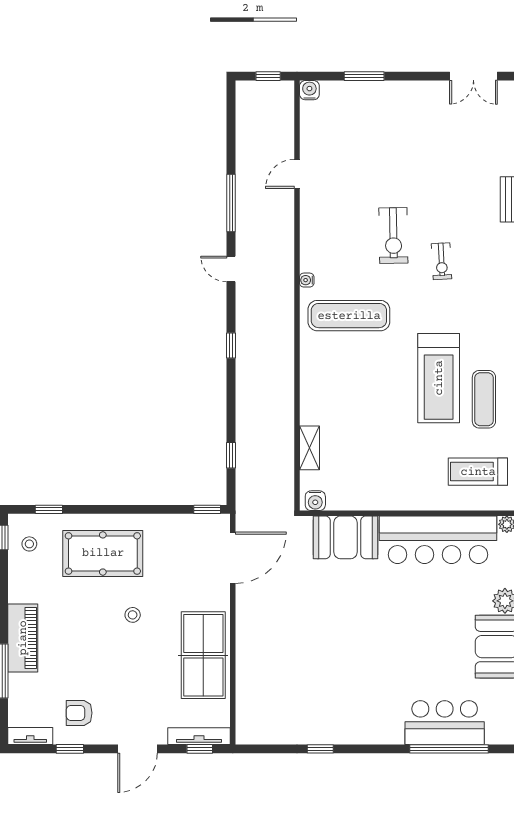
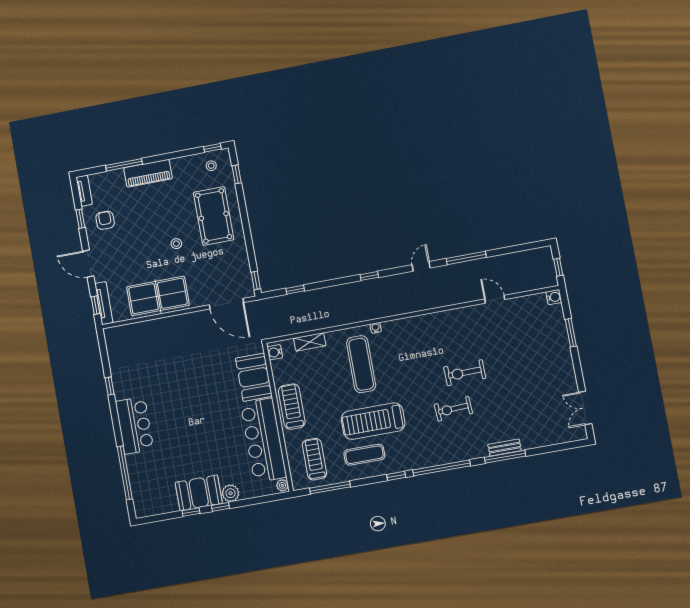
exercise bike: (442, 261) -> (453, 409), width x1.38, depth x1.39
water cooler: (307, 280) -> (376, 328), moved
exercise mat: (349, 316) -> (361, 364), moved
treadmill: (397, 490) -> (292, 407), added
bar counter: (445, 723) -> (135, 425), moved

